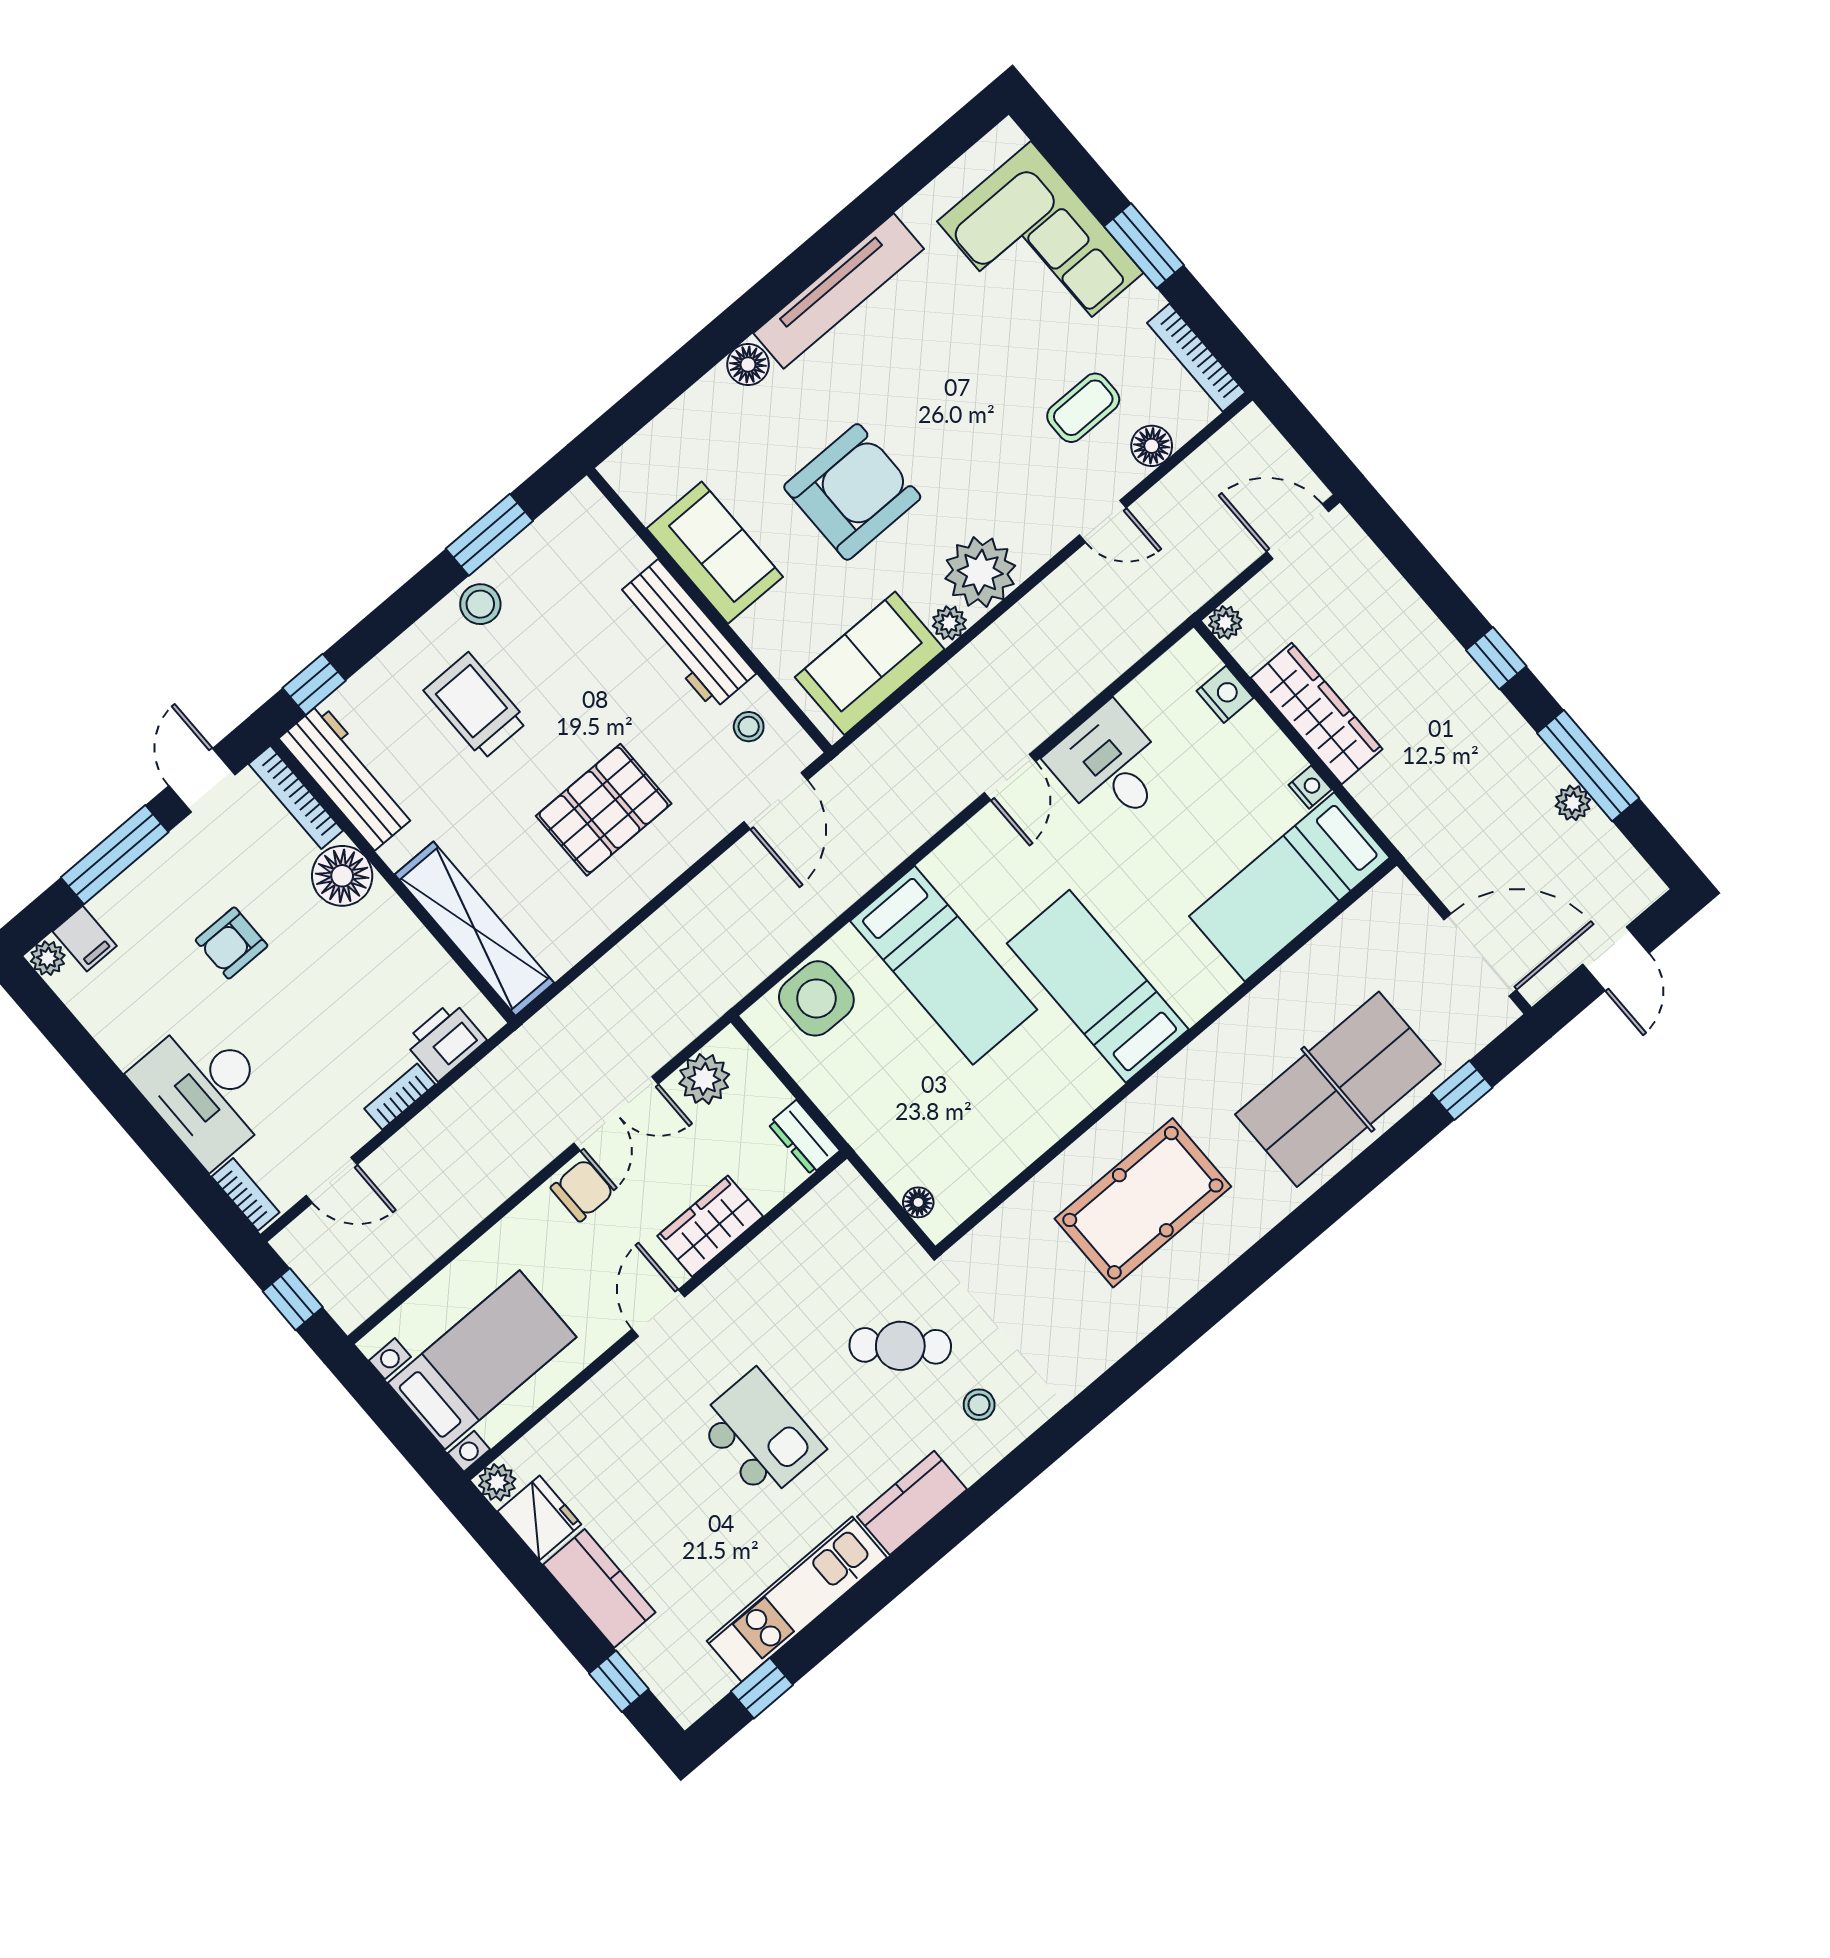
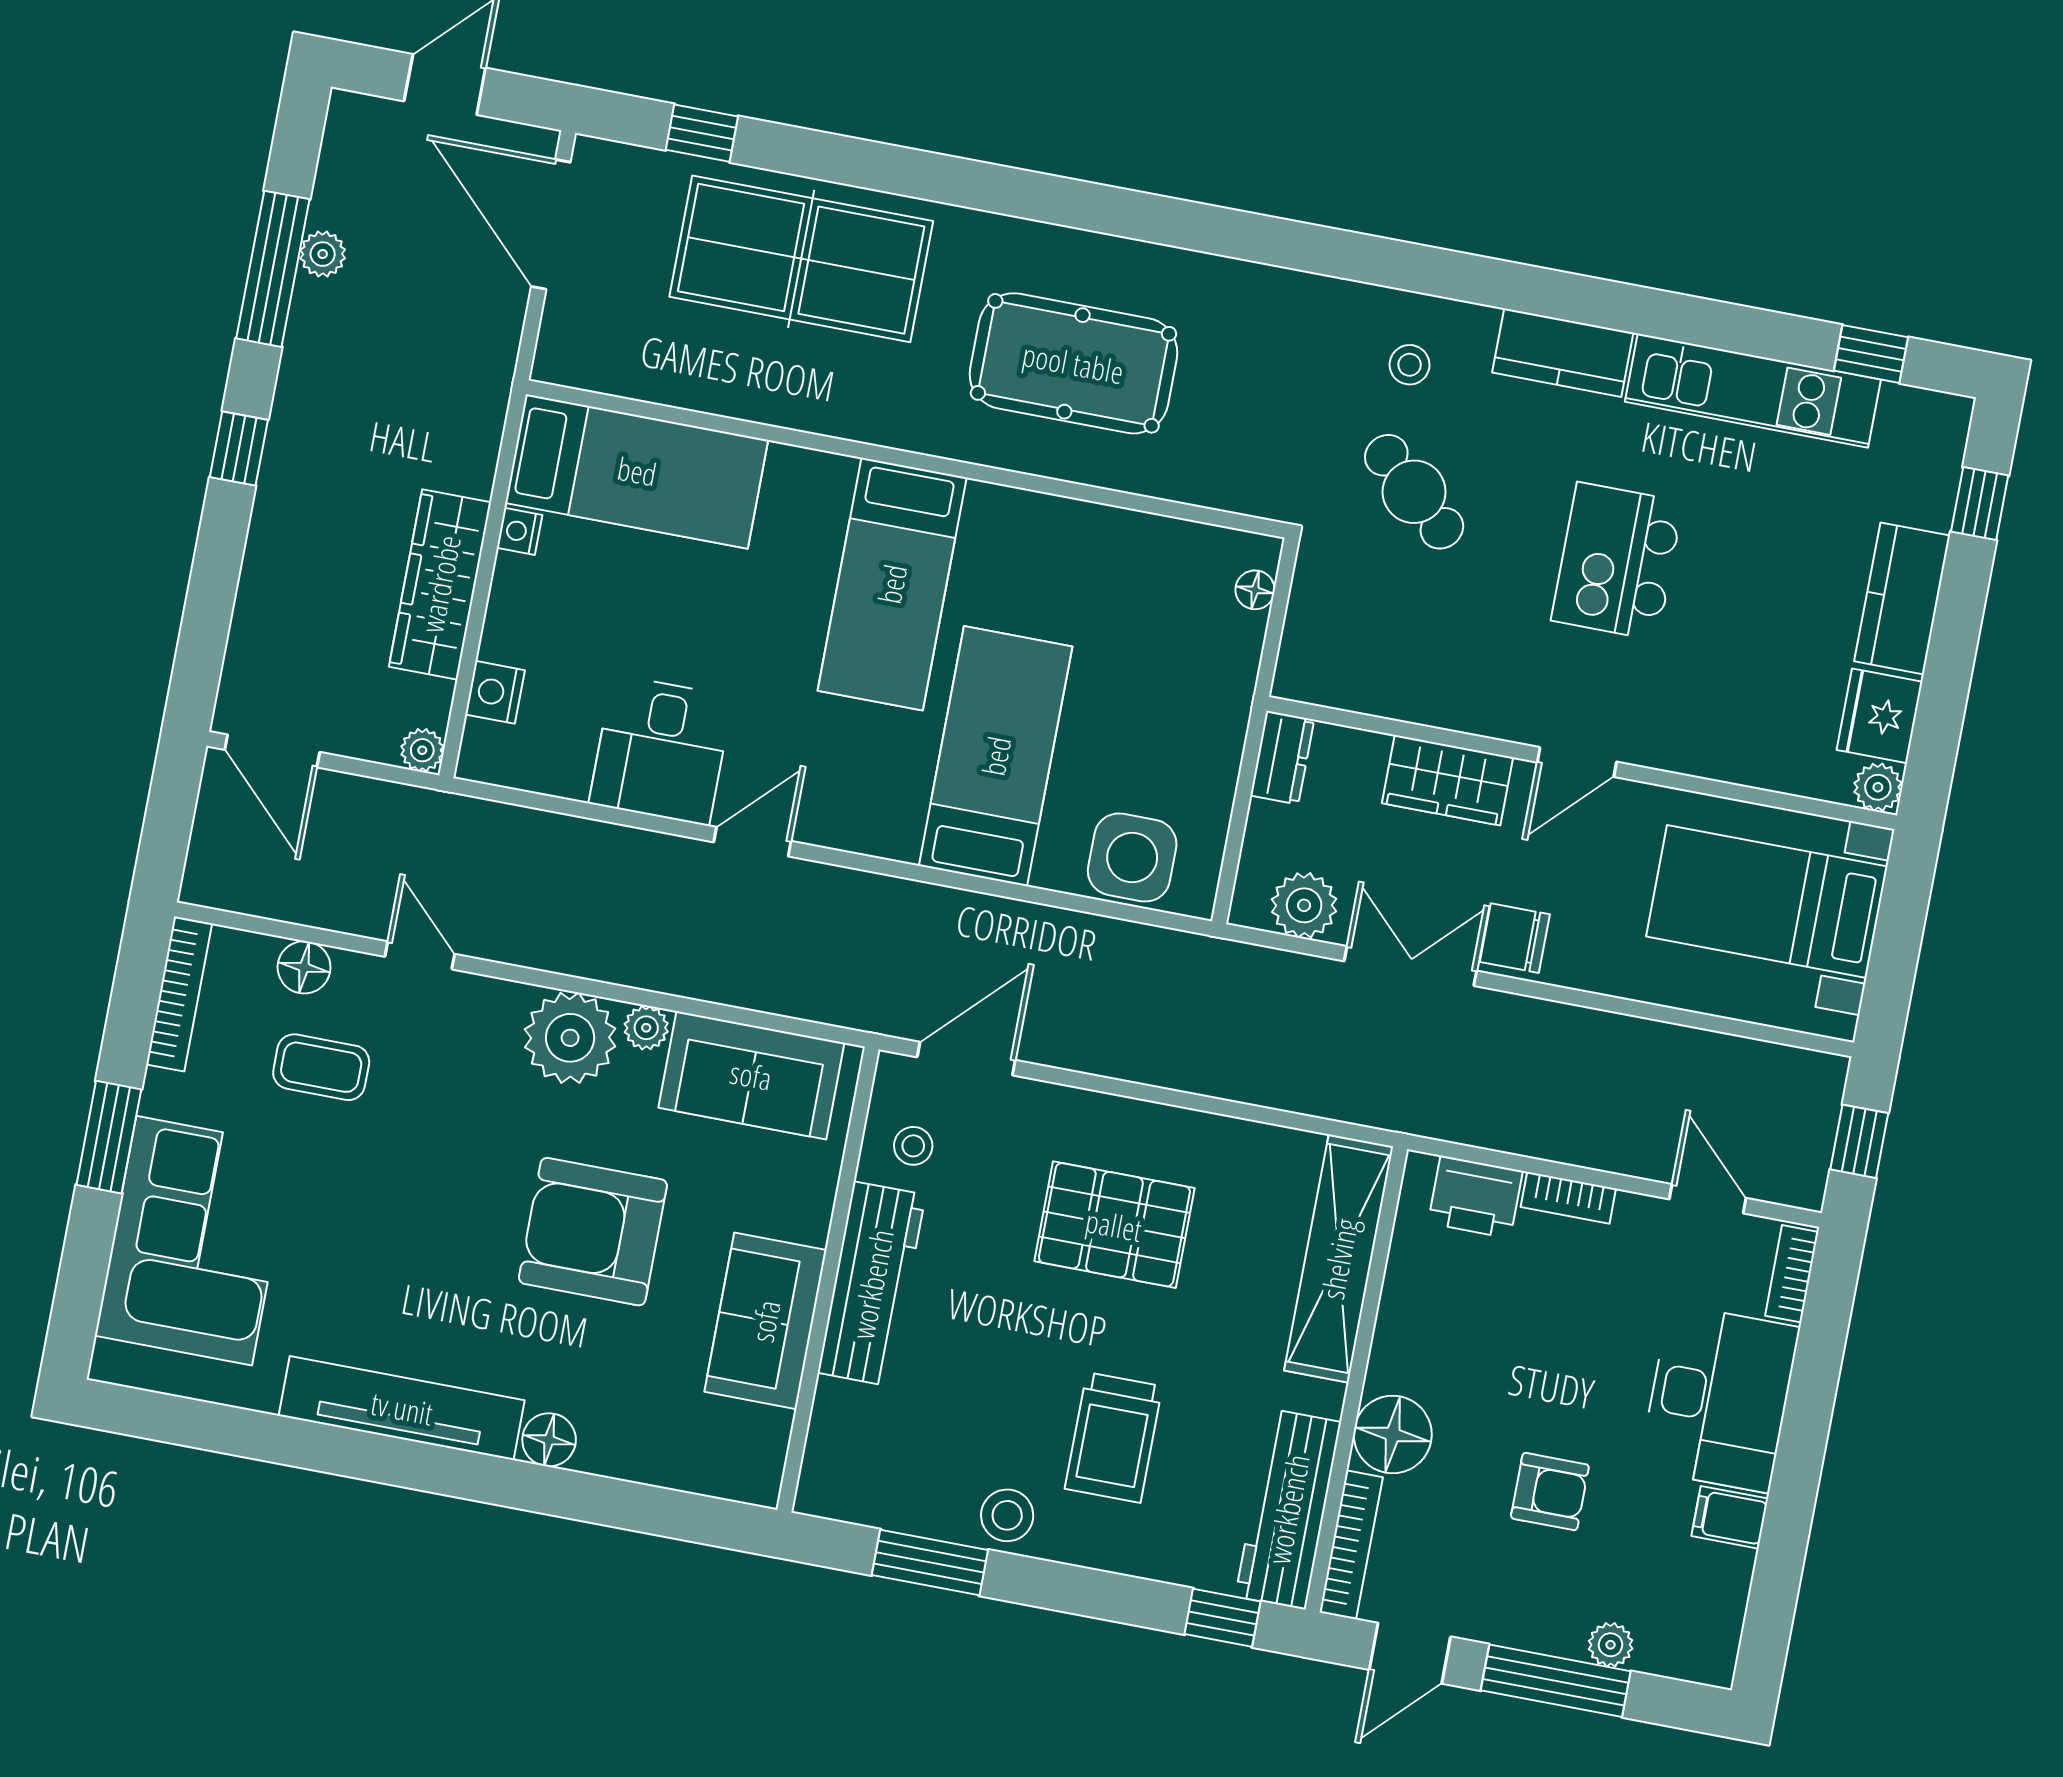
filing cabinet: (85, 939) -> (1730, 1517), moved, turned -90
plant: (48, 958) -> (1611, 1645), moved

